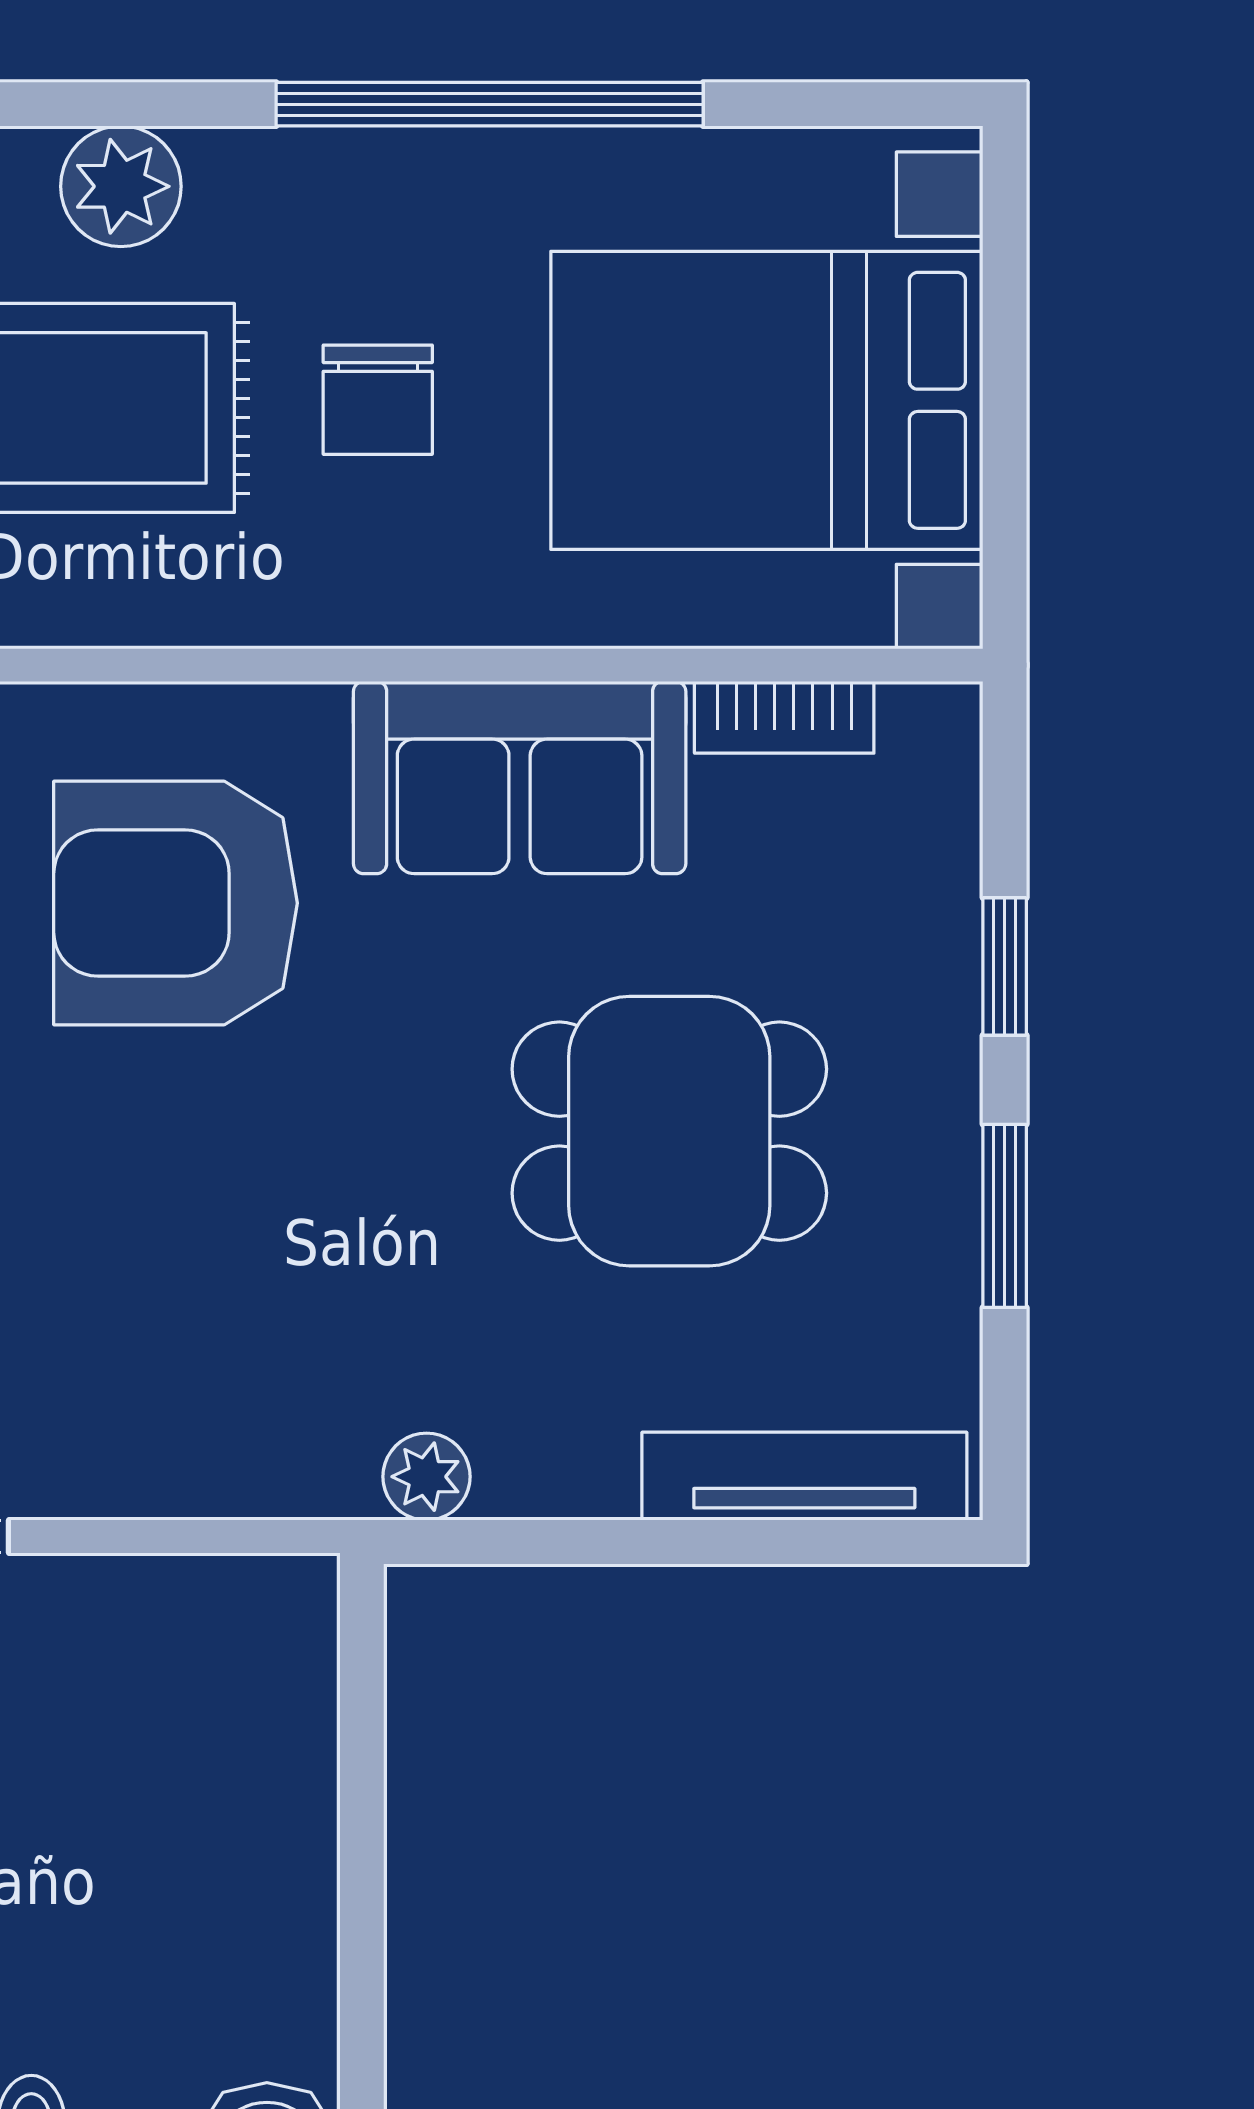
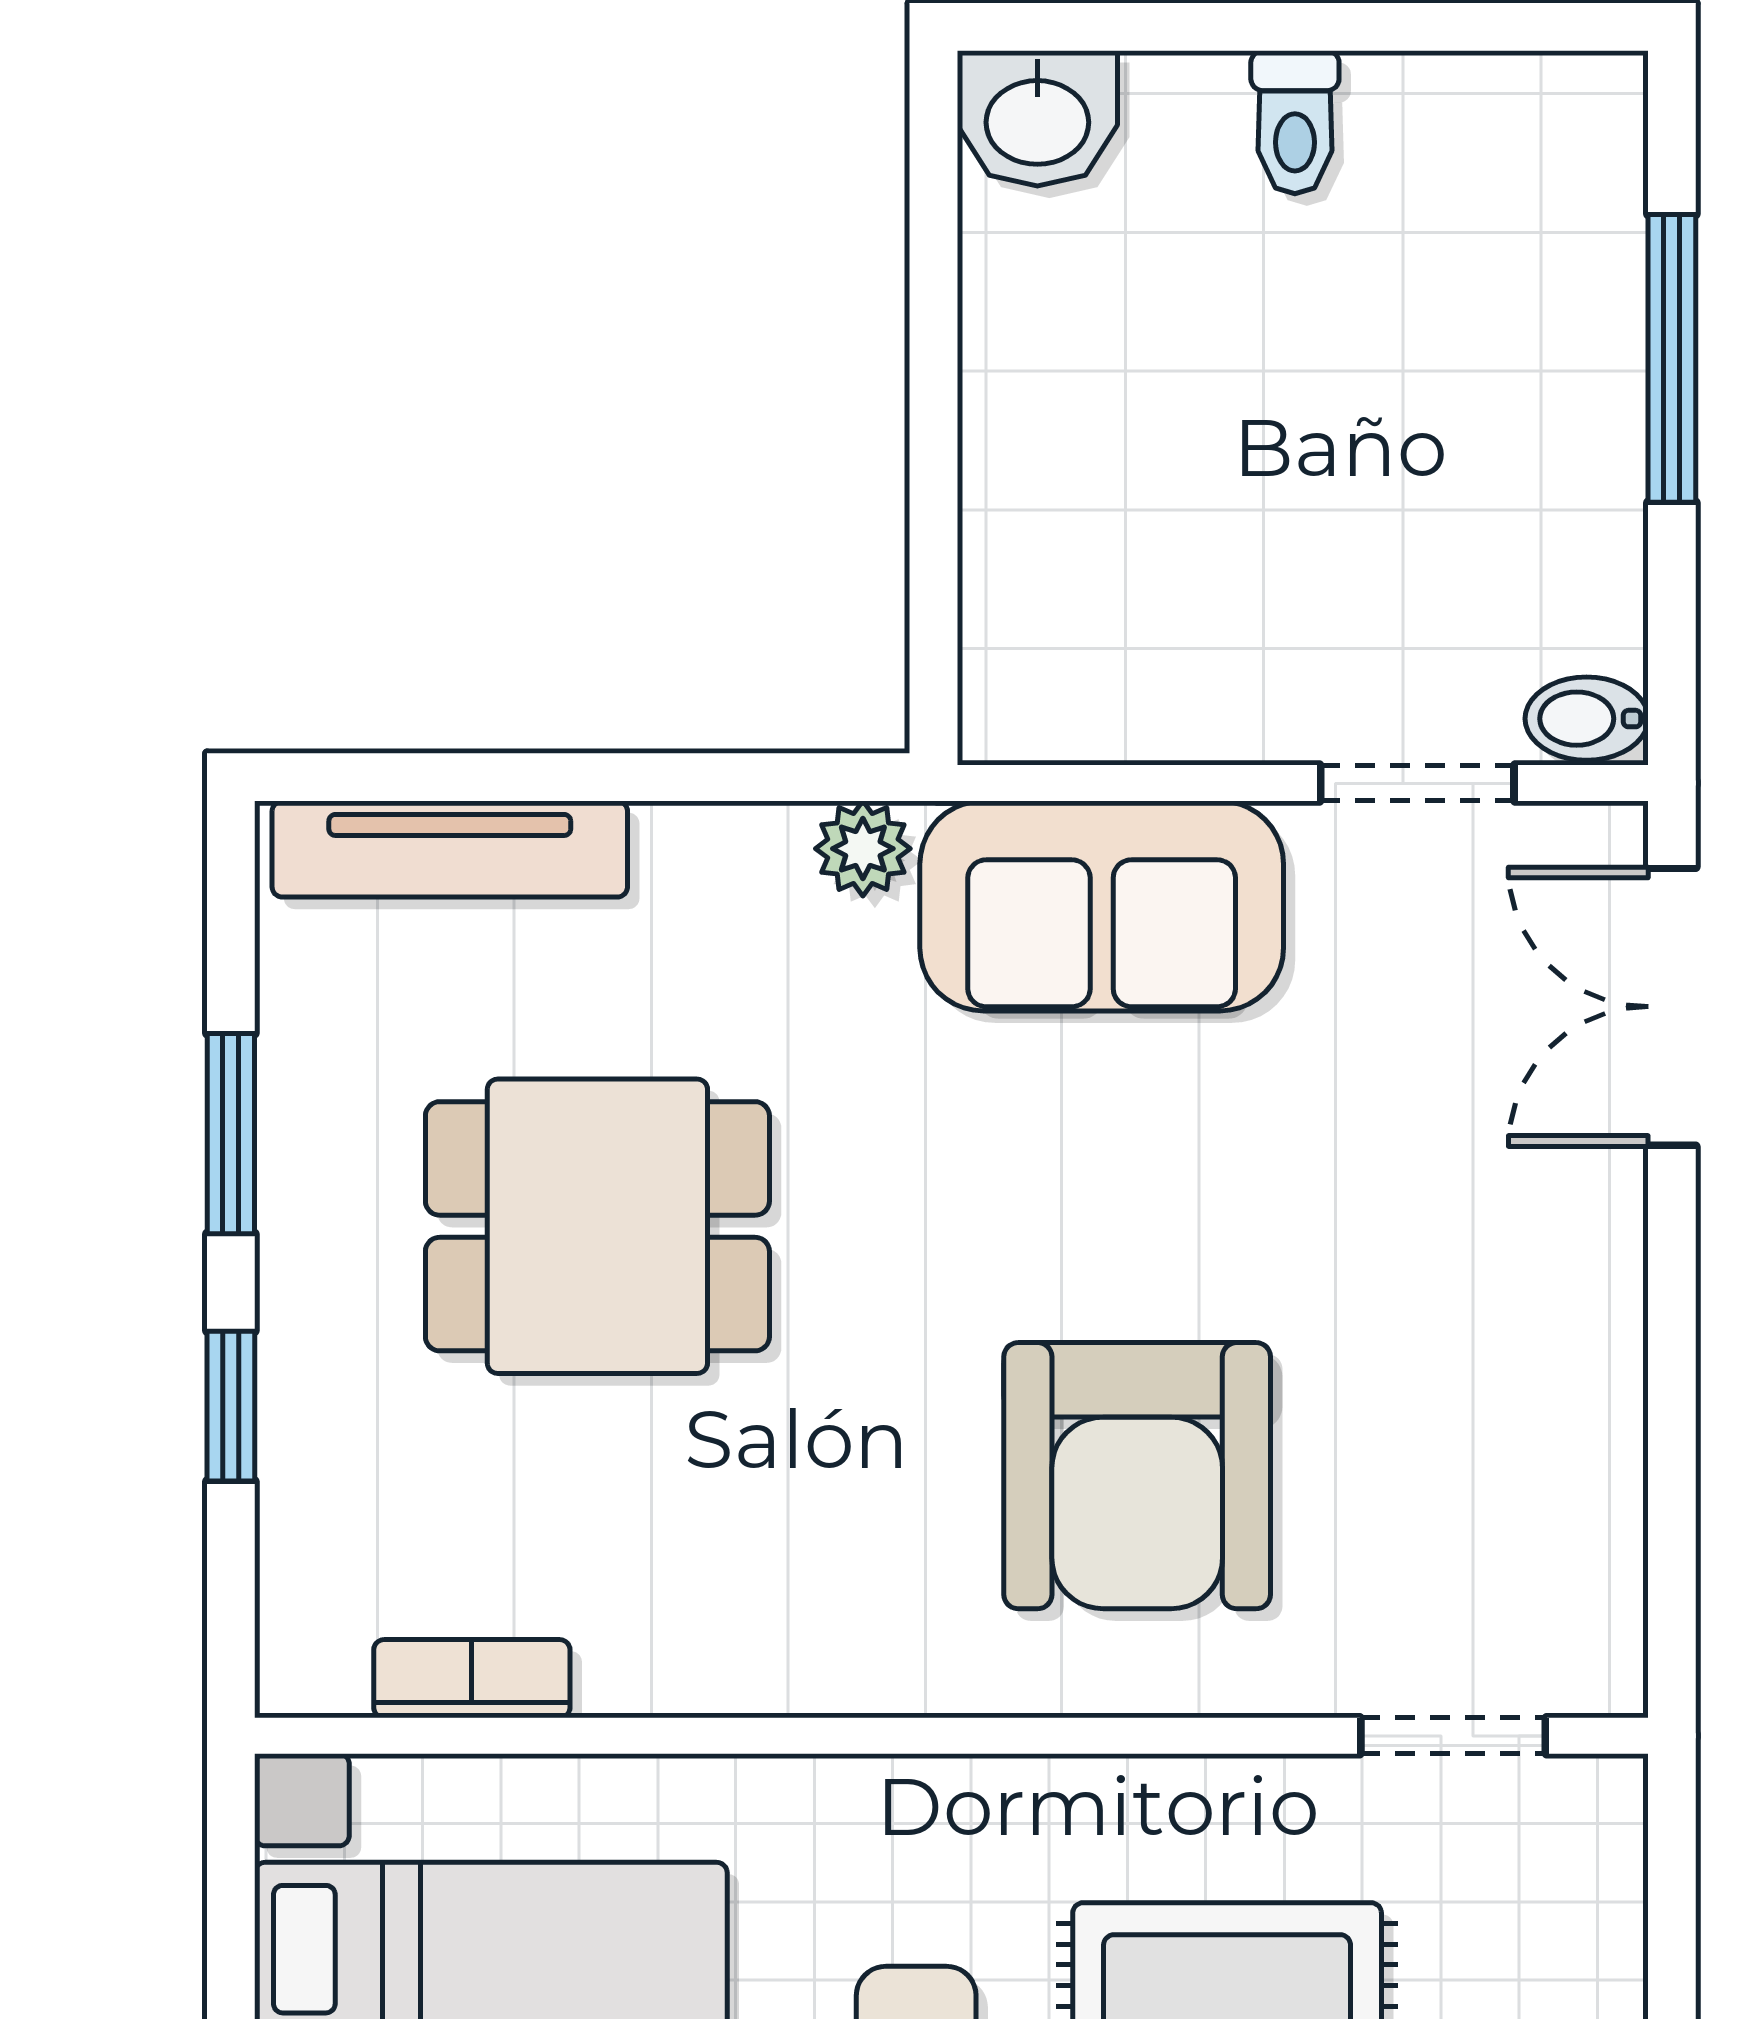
sofa: (520, 778) -> (1102, 906), moved, turned 180
armchair: (176, 903) -> (1137, 1476), turned 90

